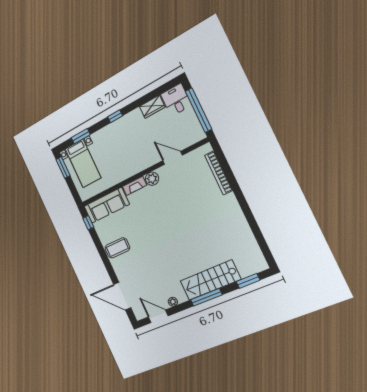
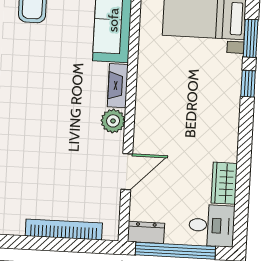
window: (115, 116) -> (248, 84), moved
dresser: (197, 131) -> (146, 232), added

